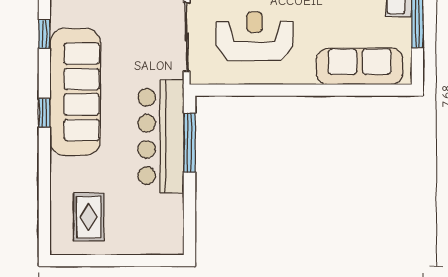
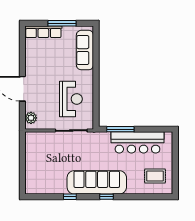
reception desk: (254, 36) -> (71, 99), turned 180
bar counter: (161, 136) -> (137, 142), moved

